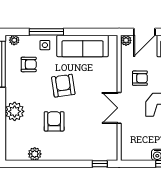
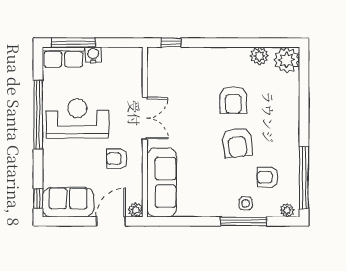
sofa: (83, 46) -> (162, 182), moved, turned 90
armchair: (63, 86) -> (237, 143), moved
plant: (15, 111) -> (287, 60), moved

